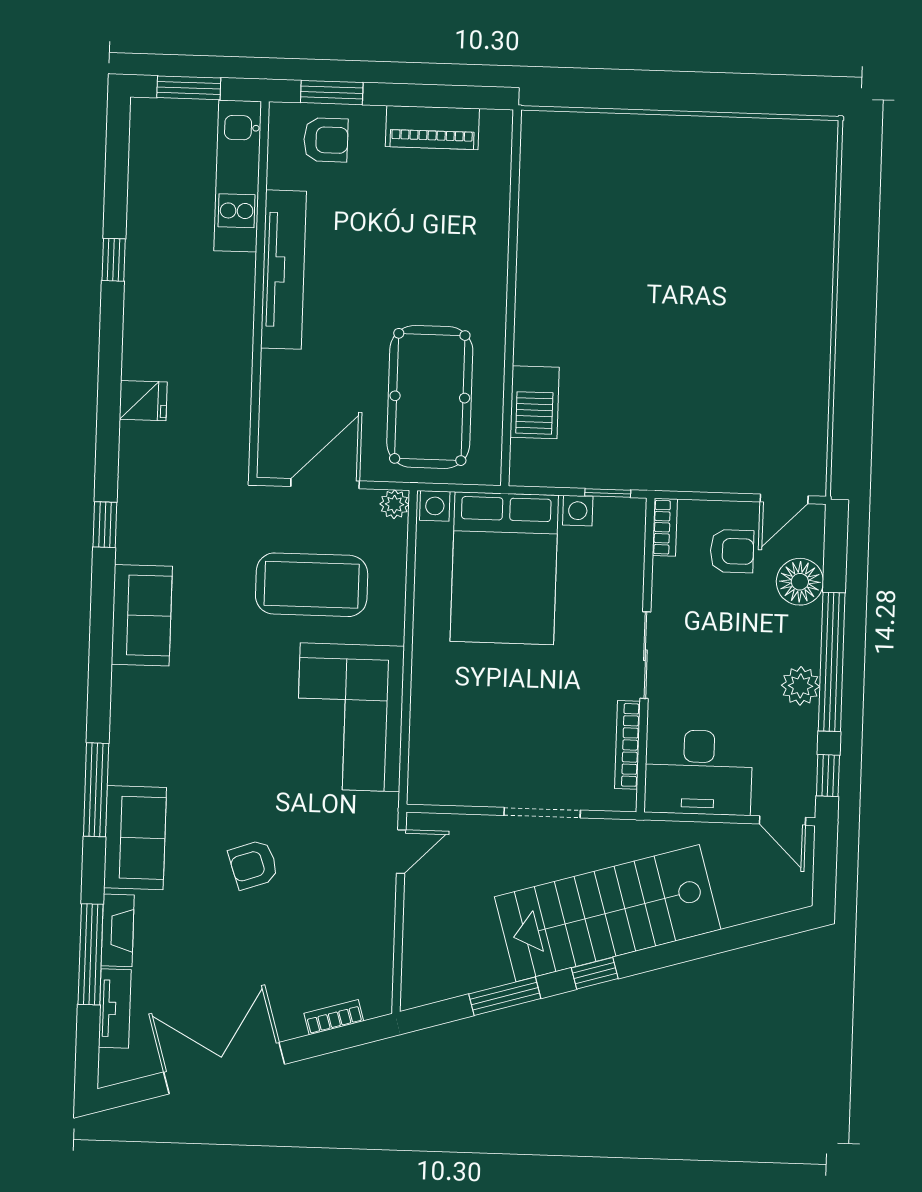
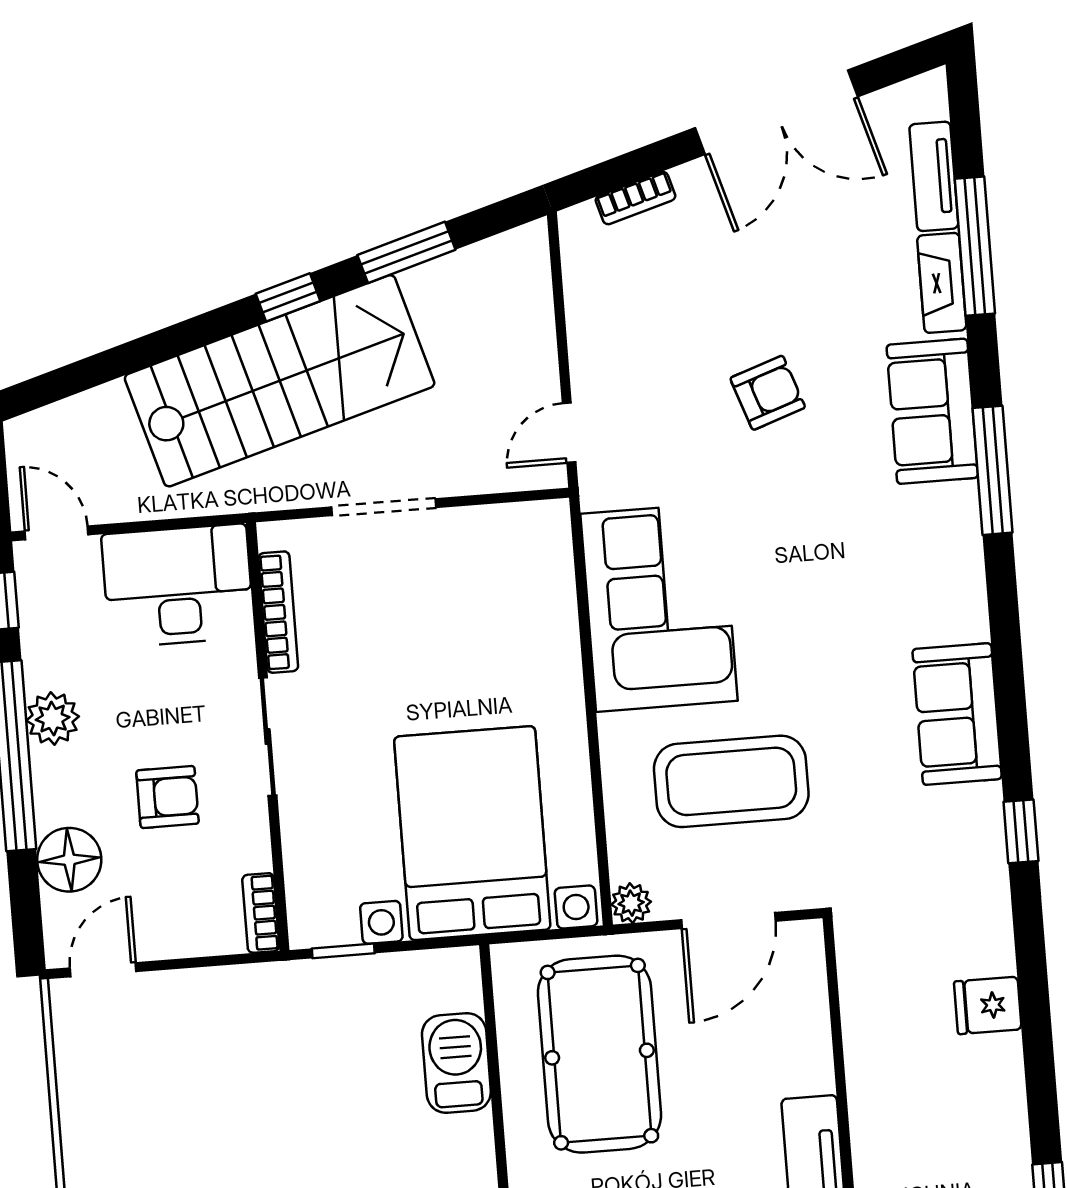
armchair: (732, 551) -> (168, 797), moved, turned 180

